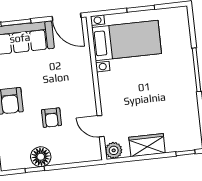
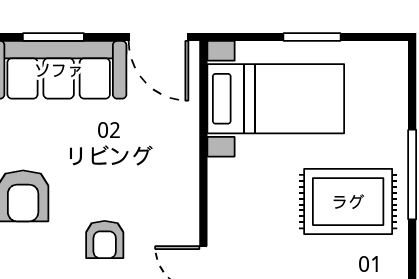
rug: (167, 86) -> (348, 202), added

